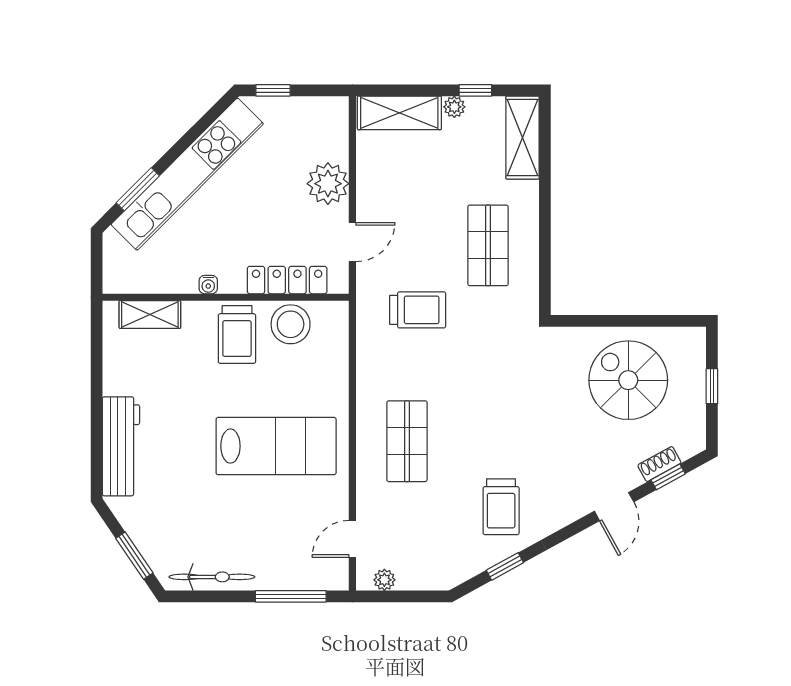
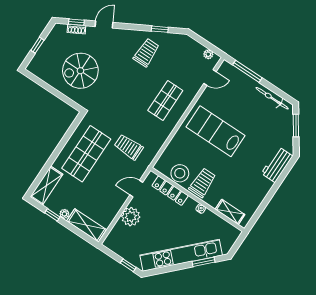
shop shelf: (488, 245) -> (86, 154), width x1.43, depth x1.36
spiral stairs: (628, 380) -> (80, 71), moved, turned 90
workbench: (121, 446) -> (277, 165), width x0.73

